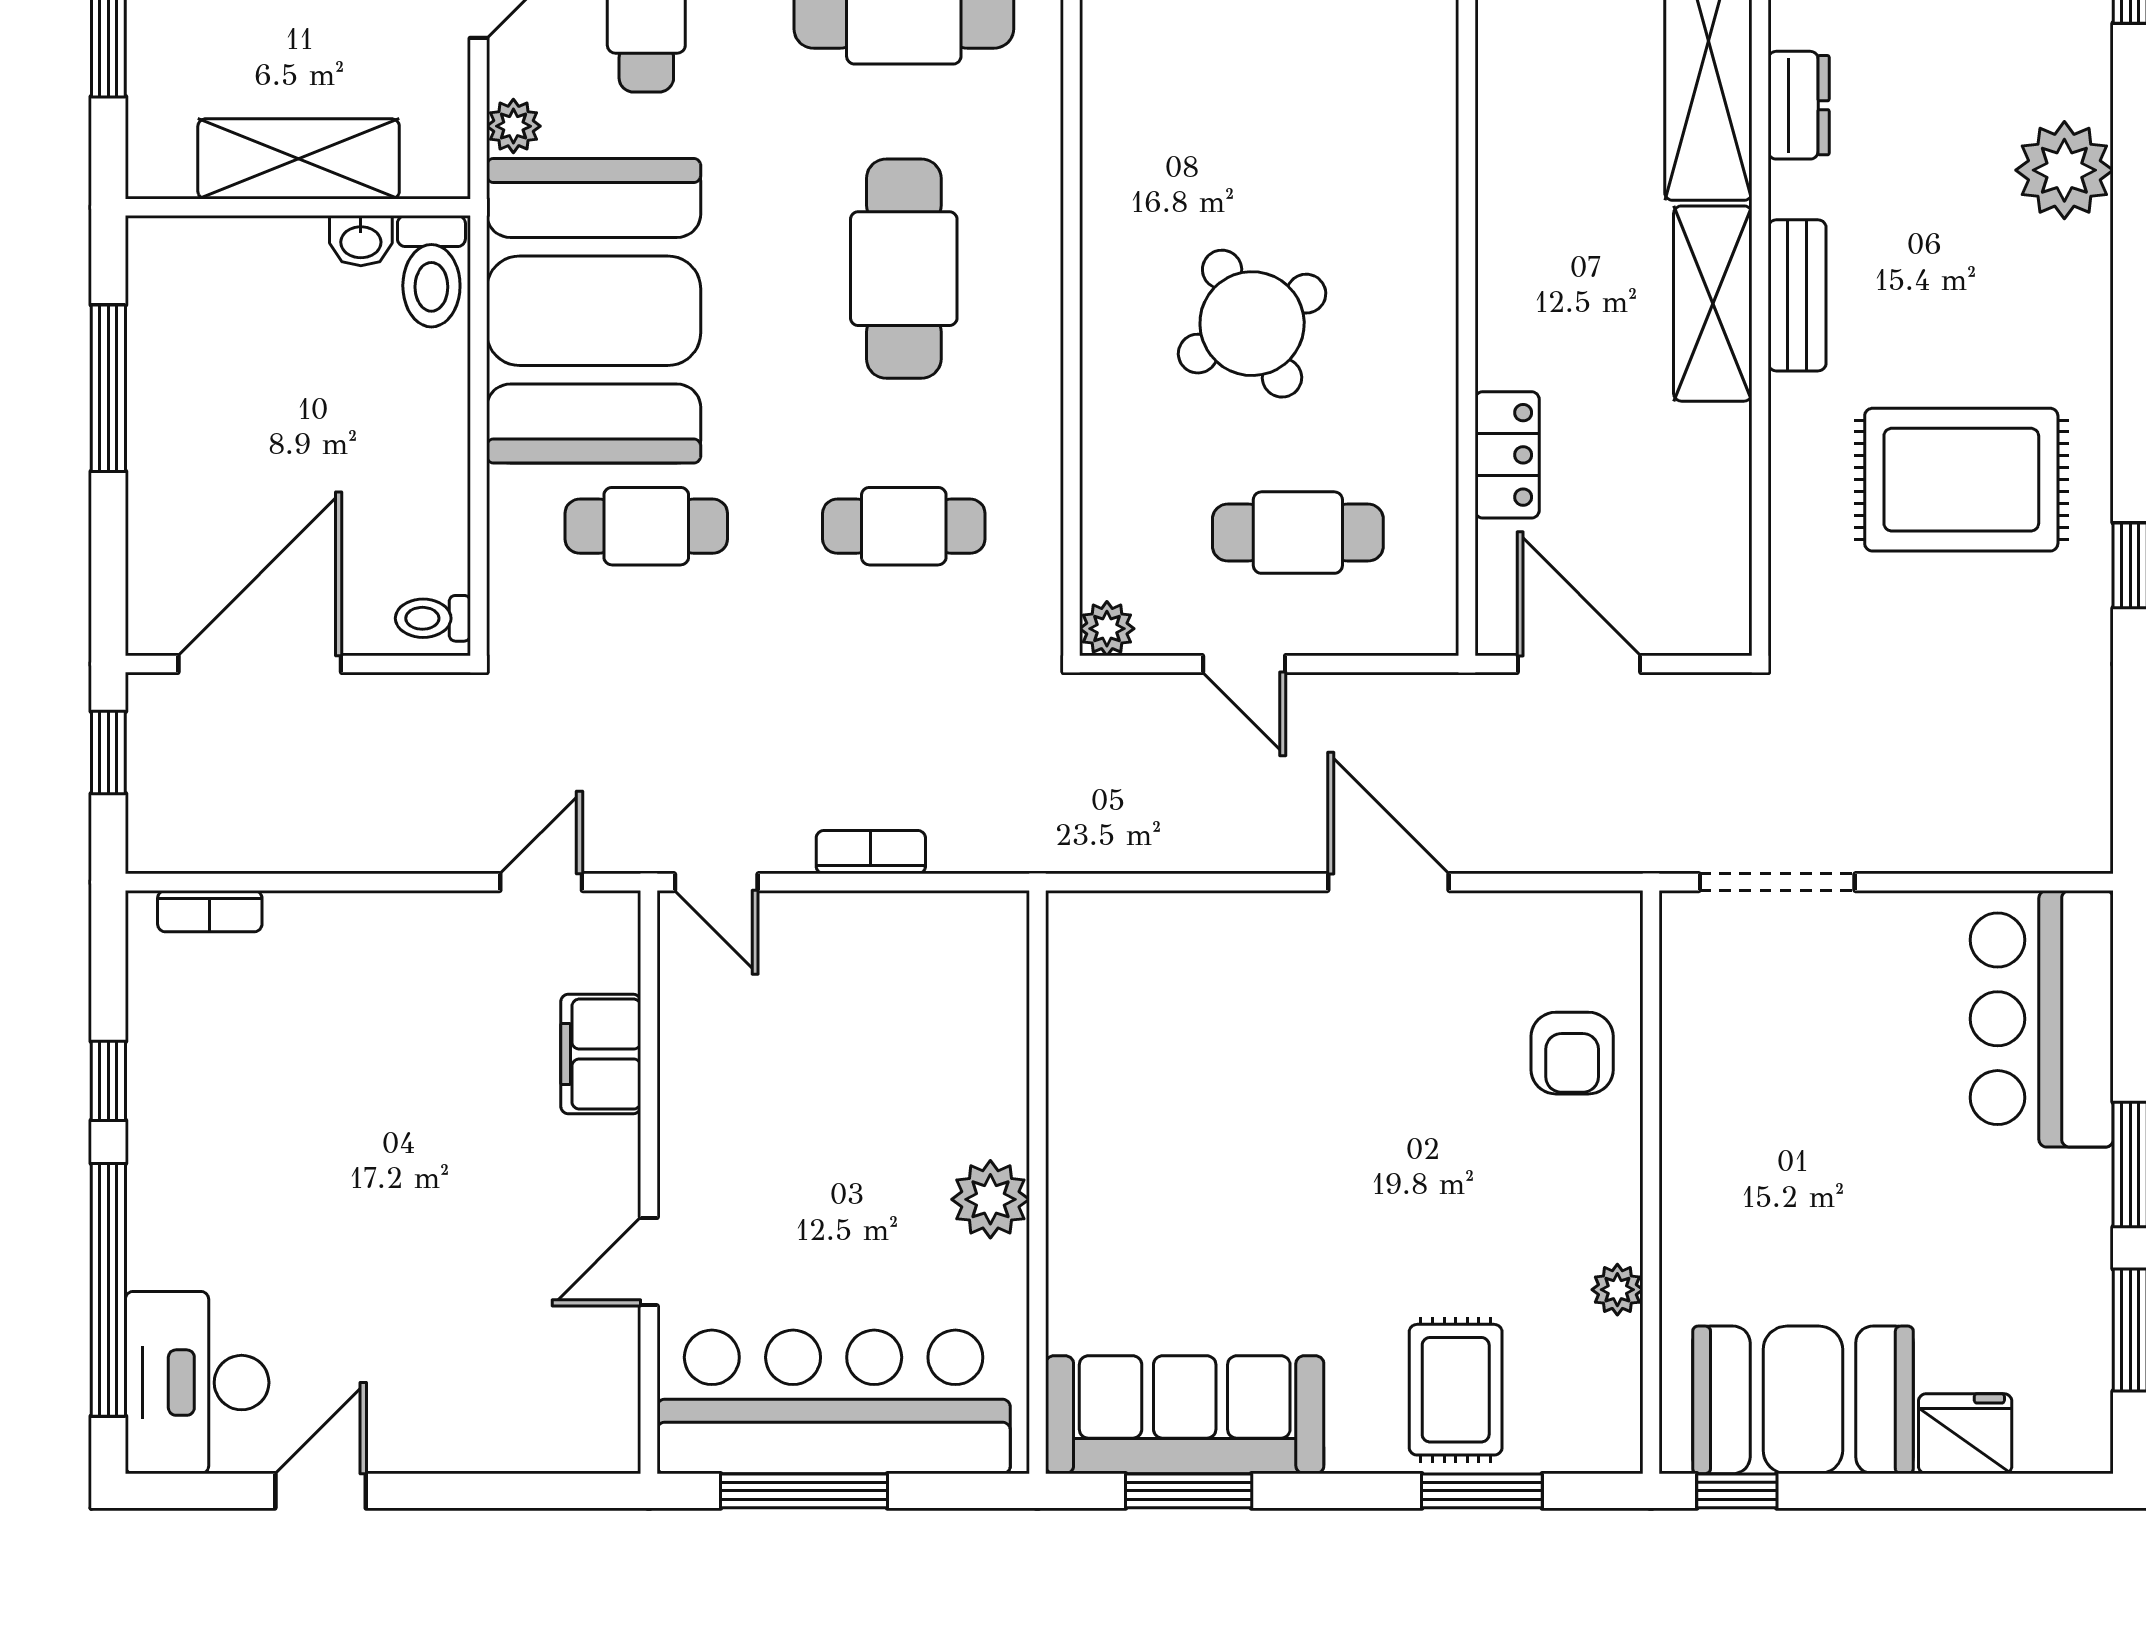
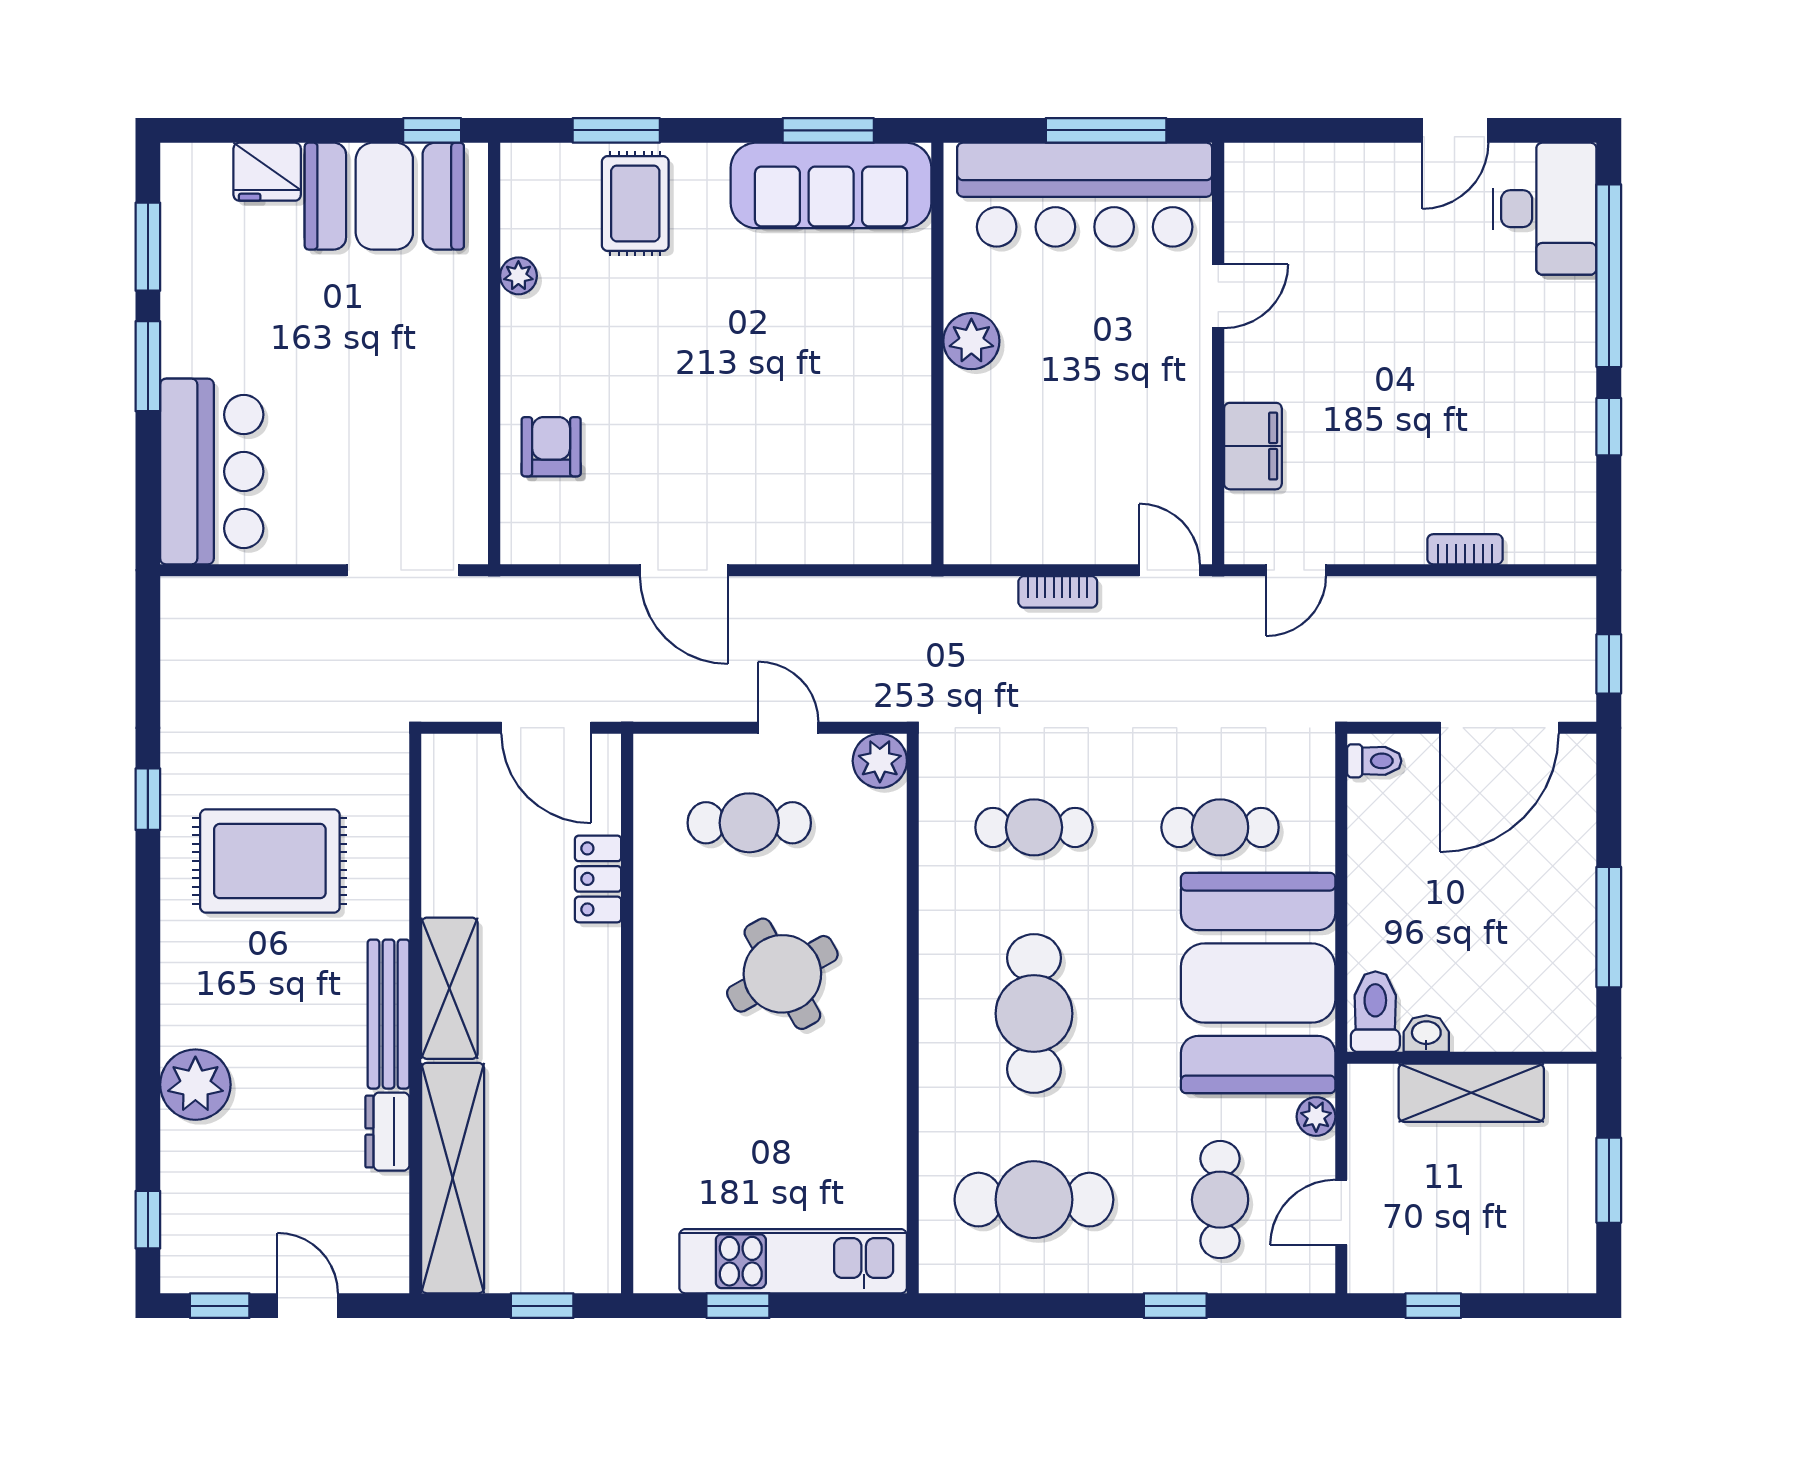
bench: (1797, 295) -> (389, 1014), width x1.36
plant: (1107, 629) -> (880, 761), width x1.38, depth x1.38
bookcase: (210, 911) -> (1465, 549), moved

